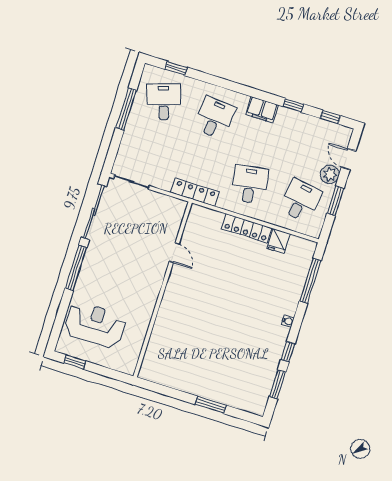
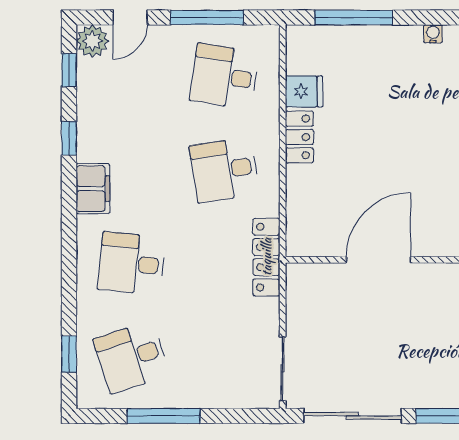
plant: (330, 174) -> (92, 41), moved
window: (335, 201) -> (207, 18), width x1.44
locker: (247, 228) -> (299, 137), width x0.66
door: (174, 253) -> (379, 260), width x1.87

